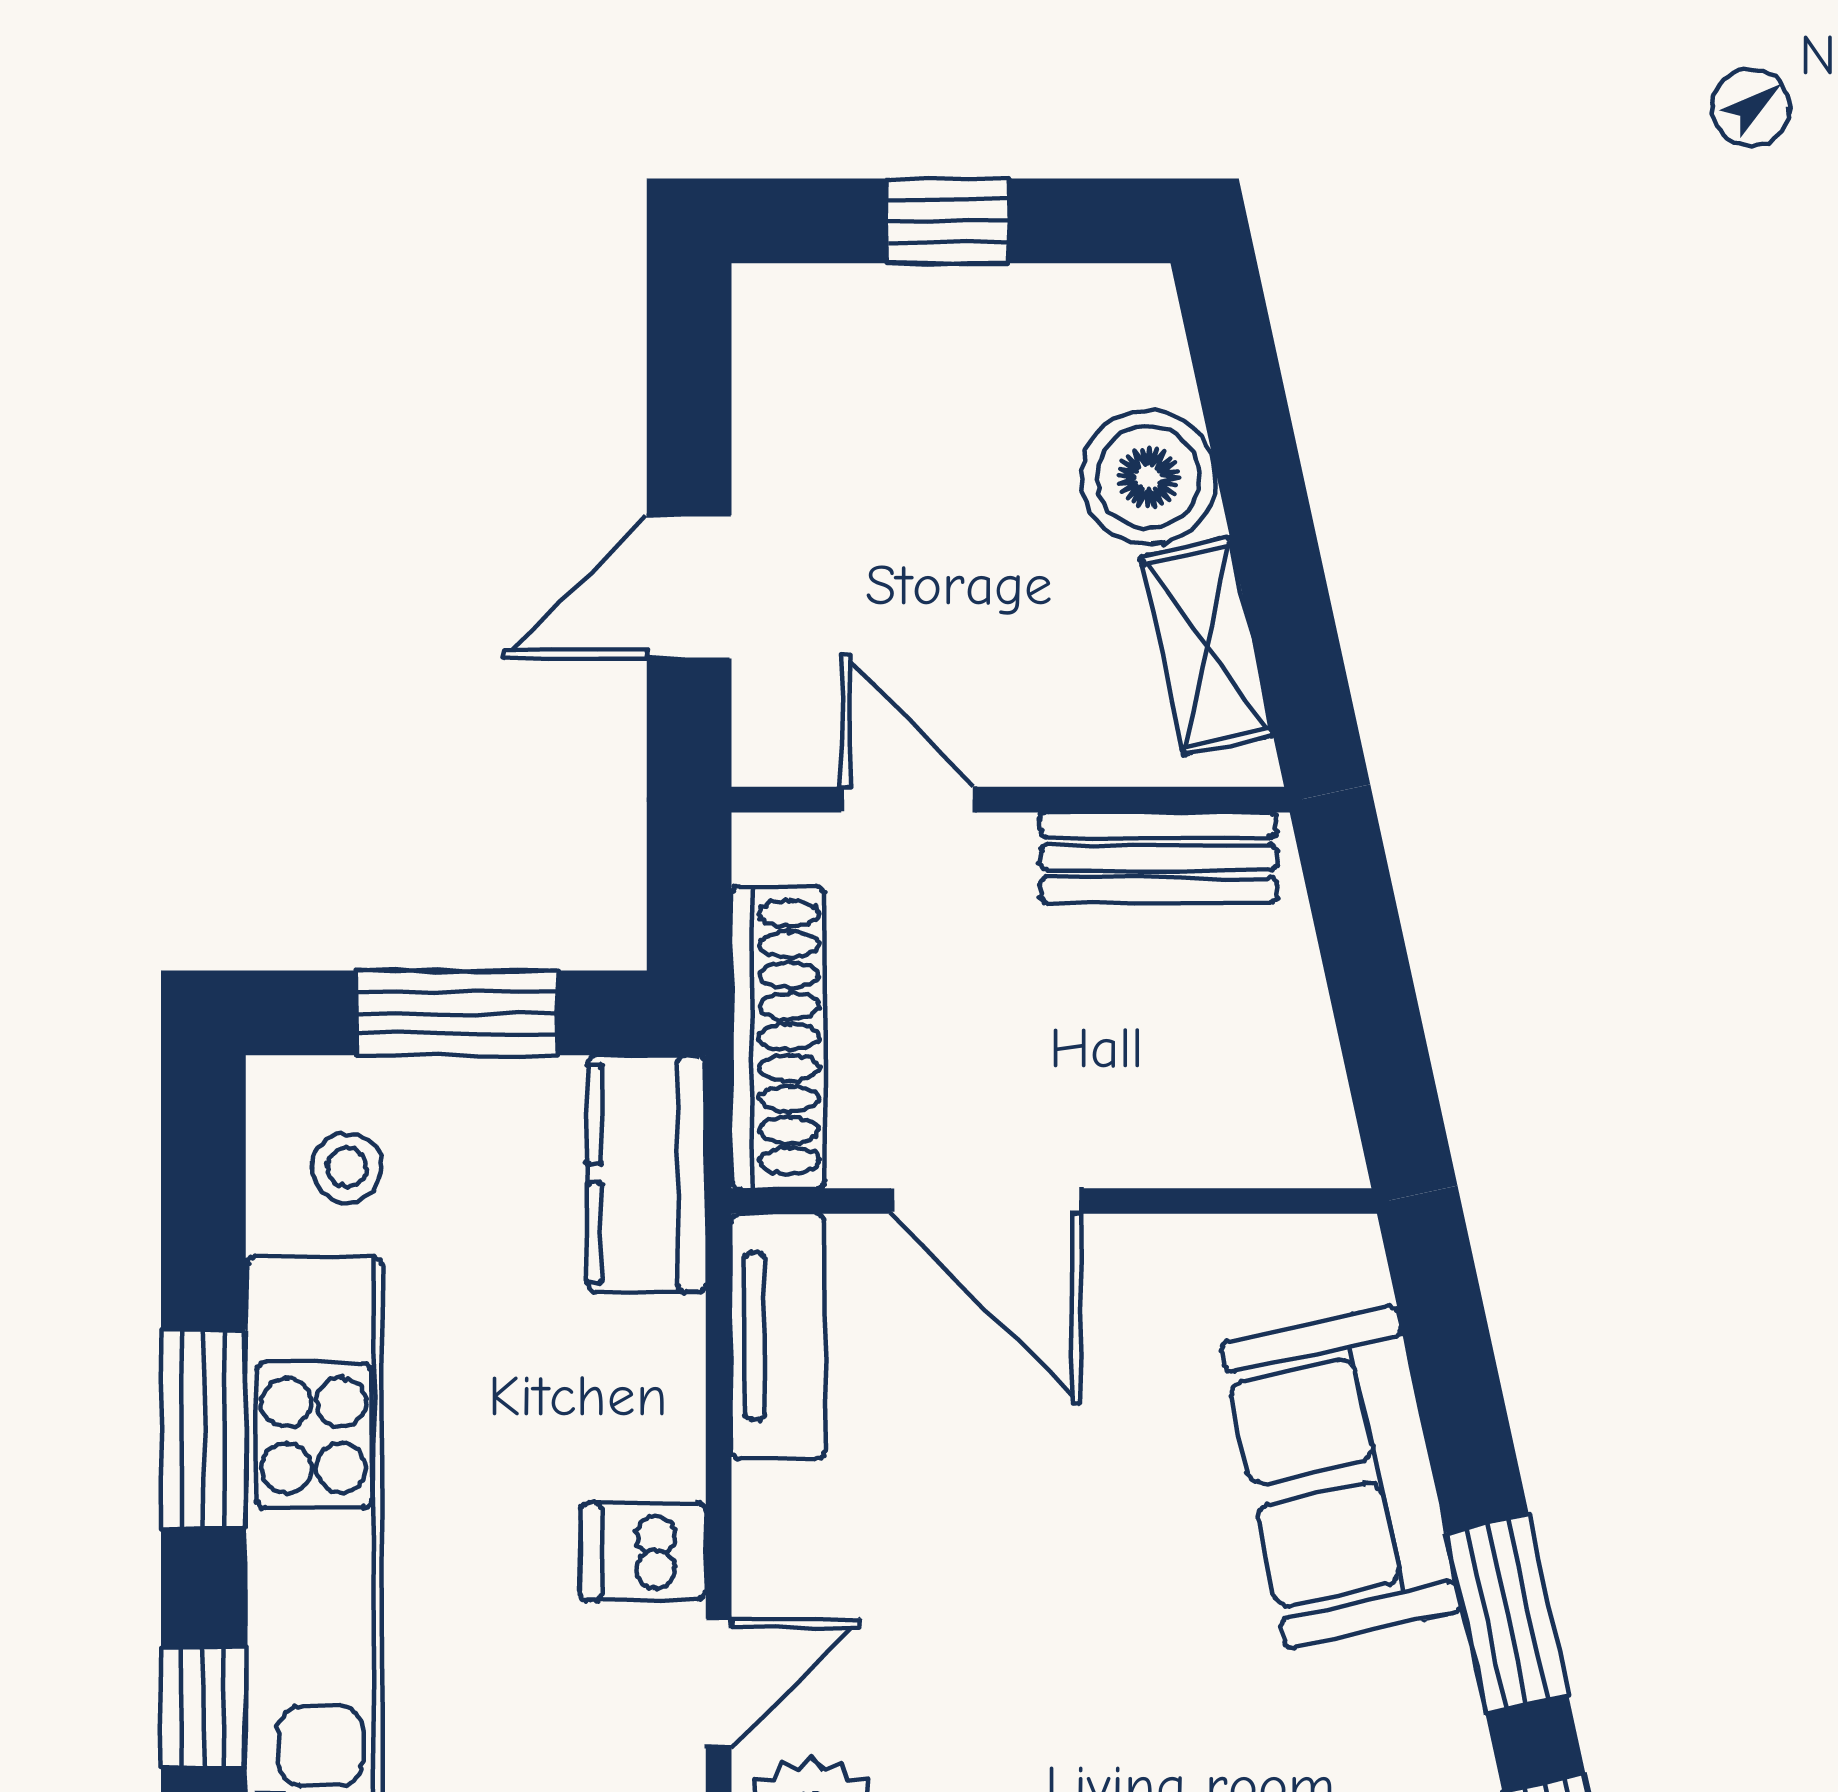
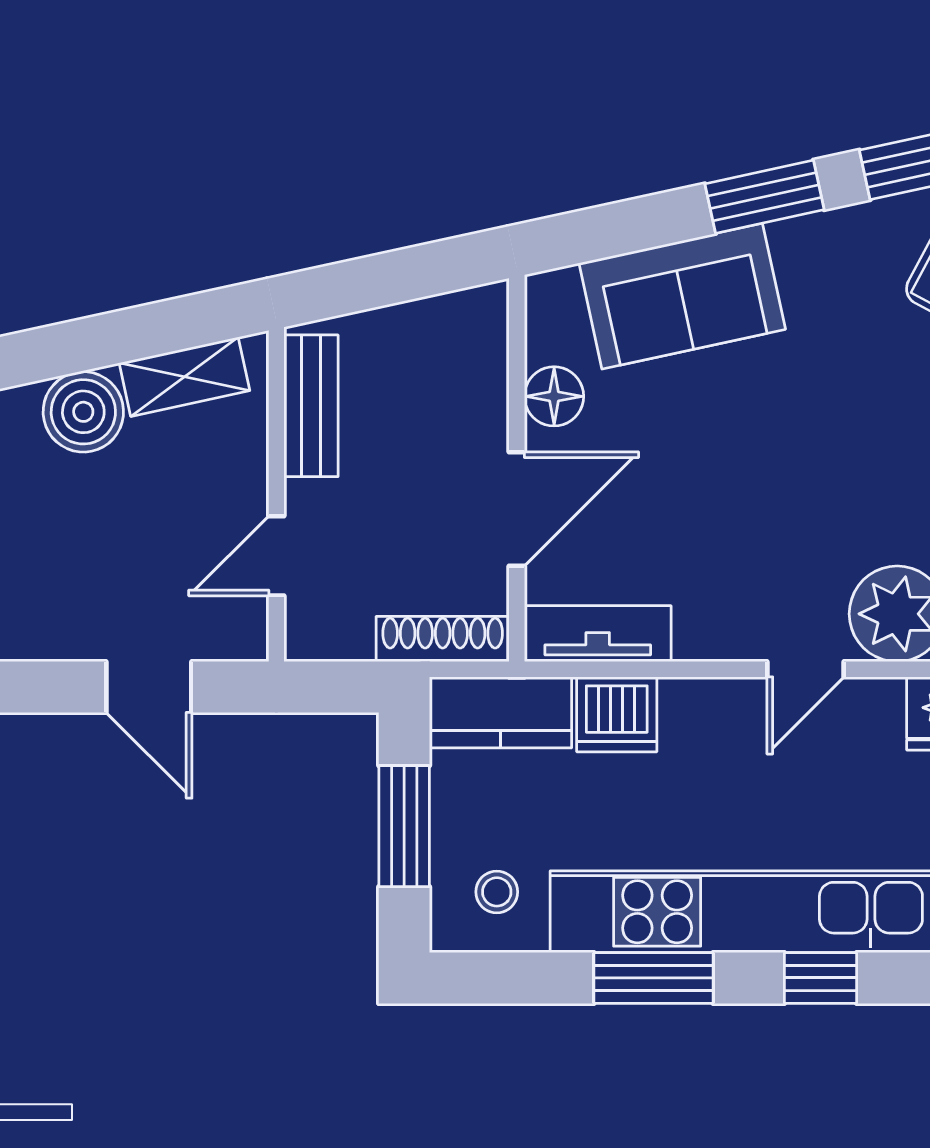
shoe rack: (778, 1037) -> (443, 639), width x0.74, depth x0.81
floor lamp: (1174, 1263) -> (554, 396), added
dishwasher: (643, 1552) -> (617, 714), moved, width x1.38
door: (719, 1683) -> (806, 669), swing flipped

